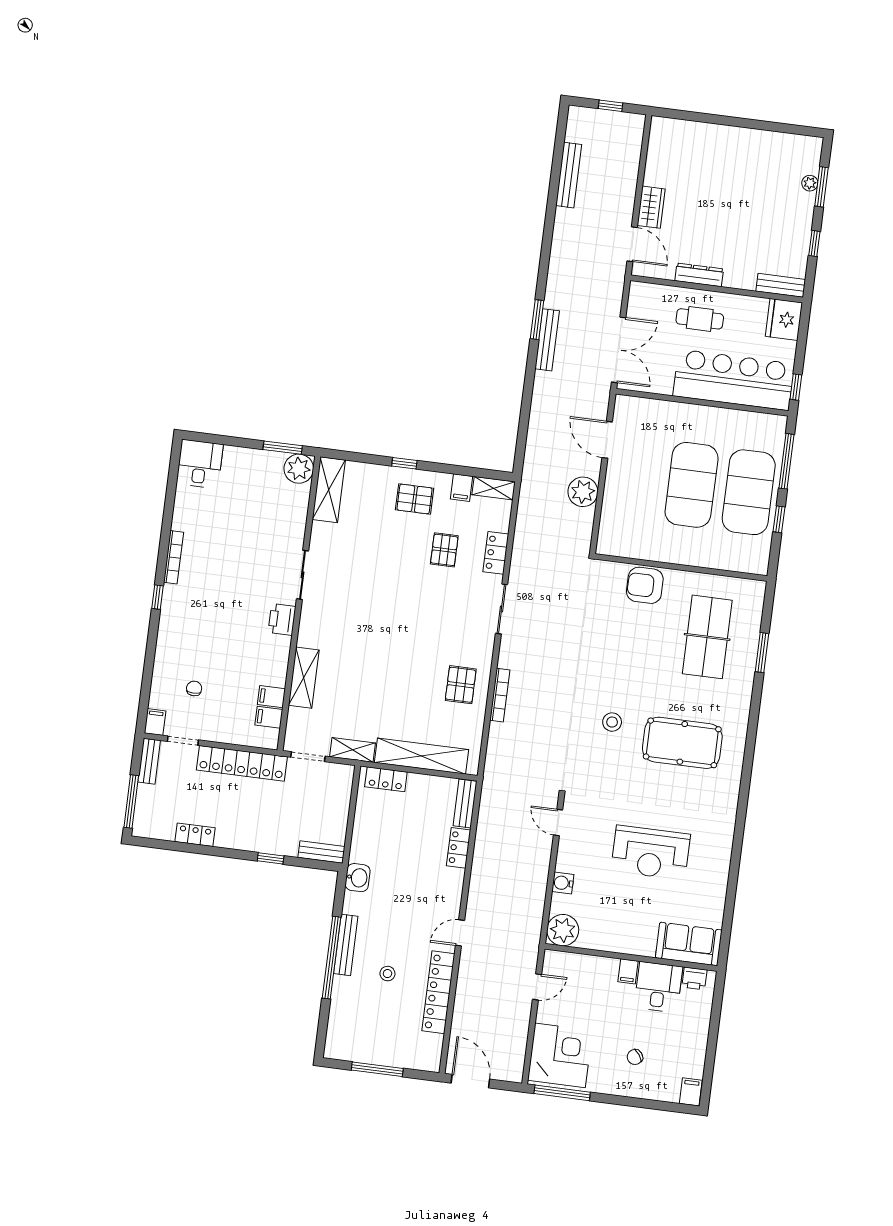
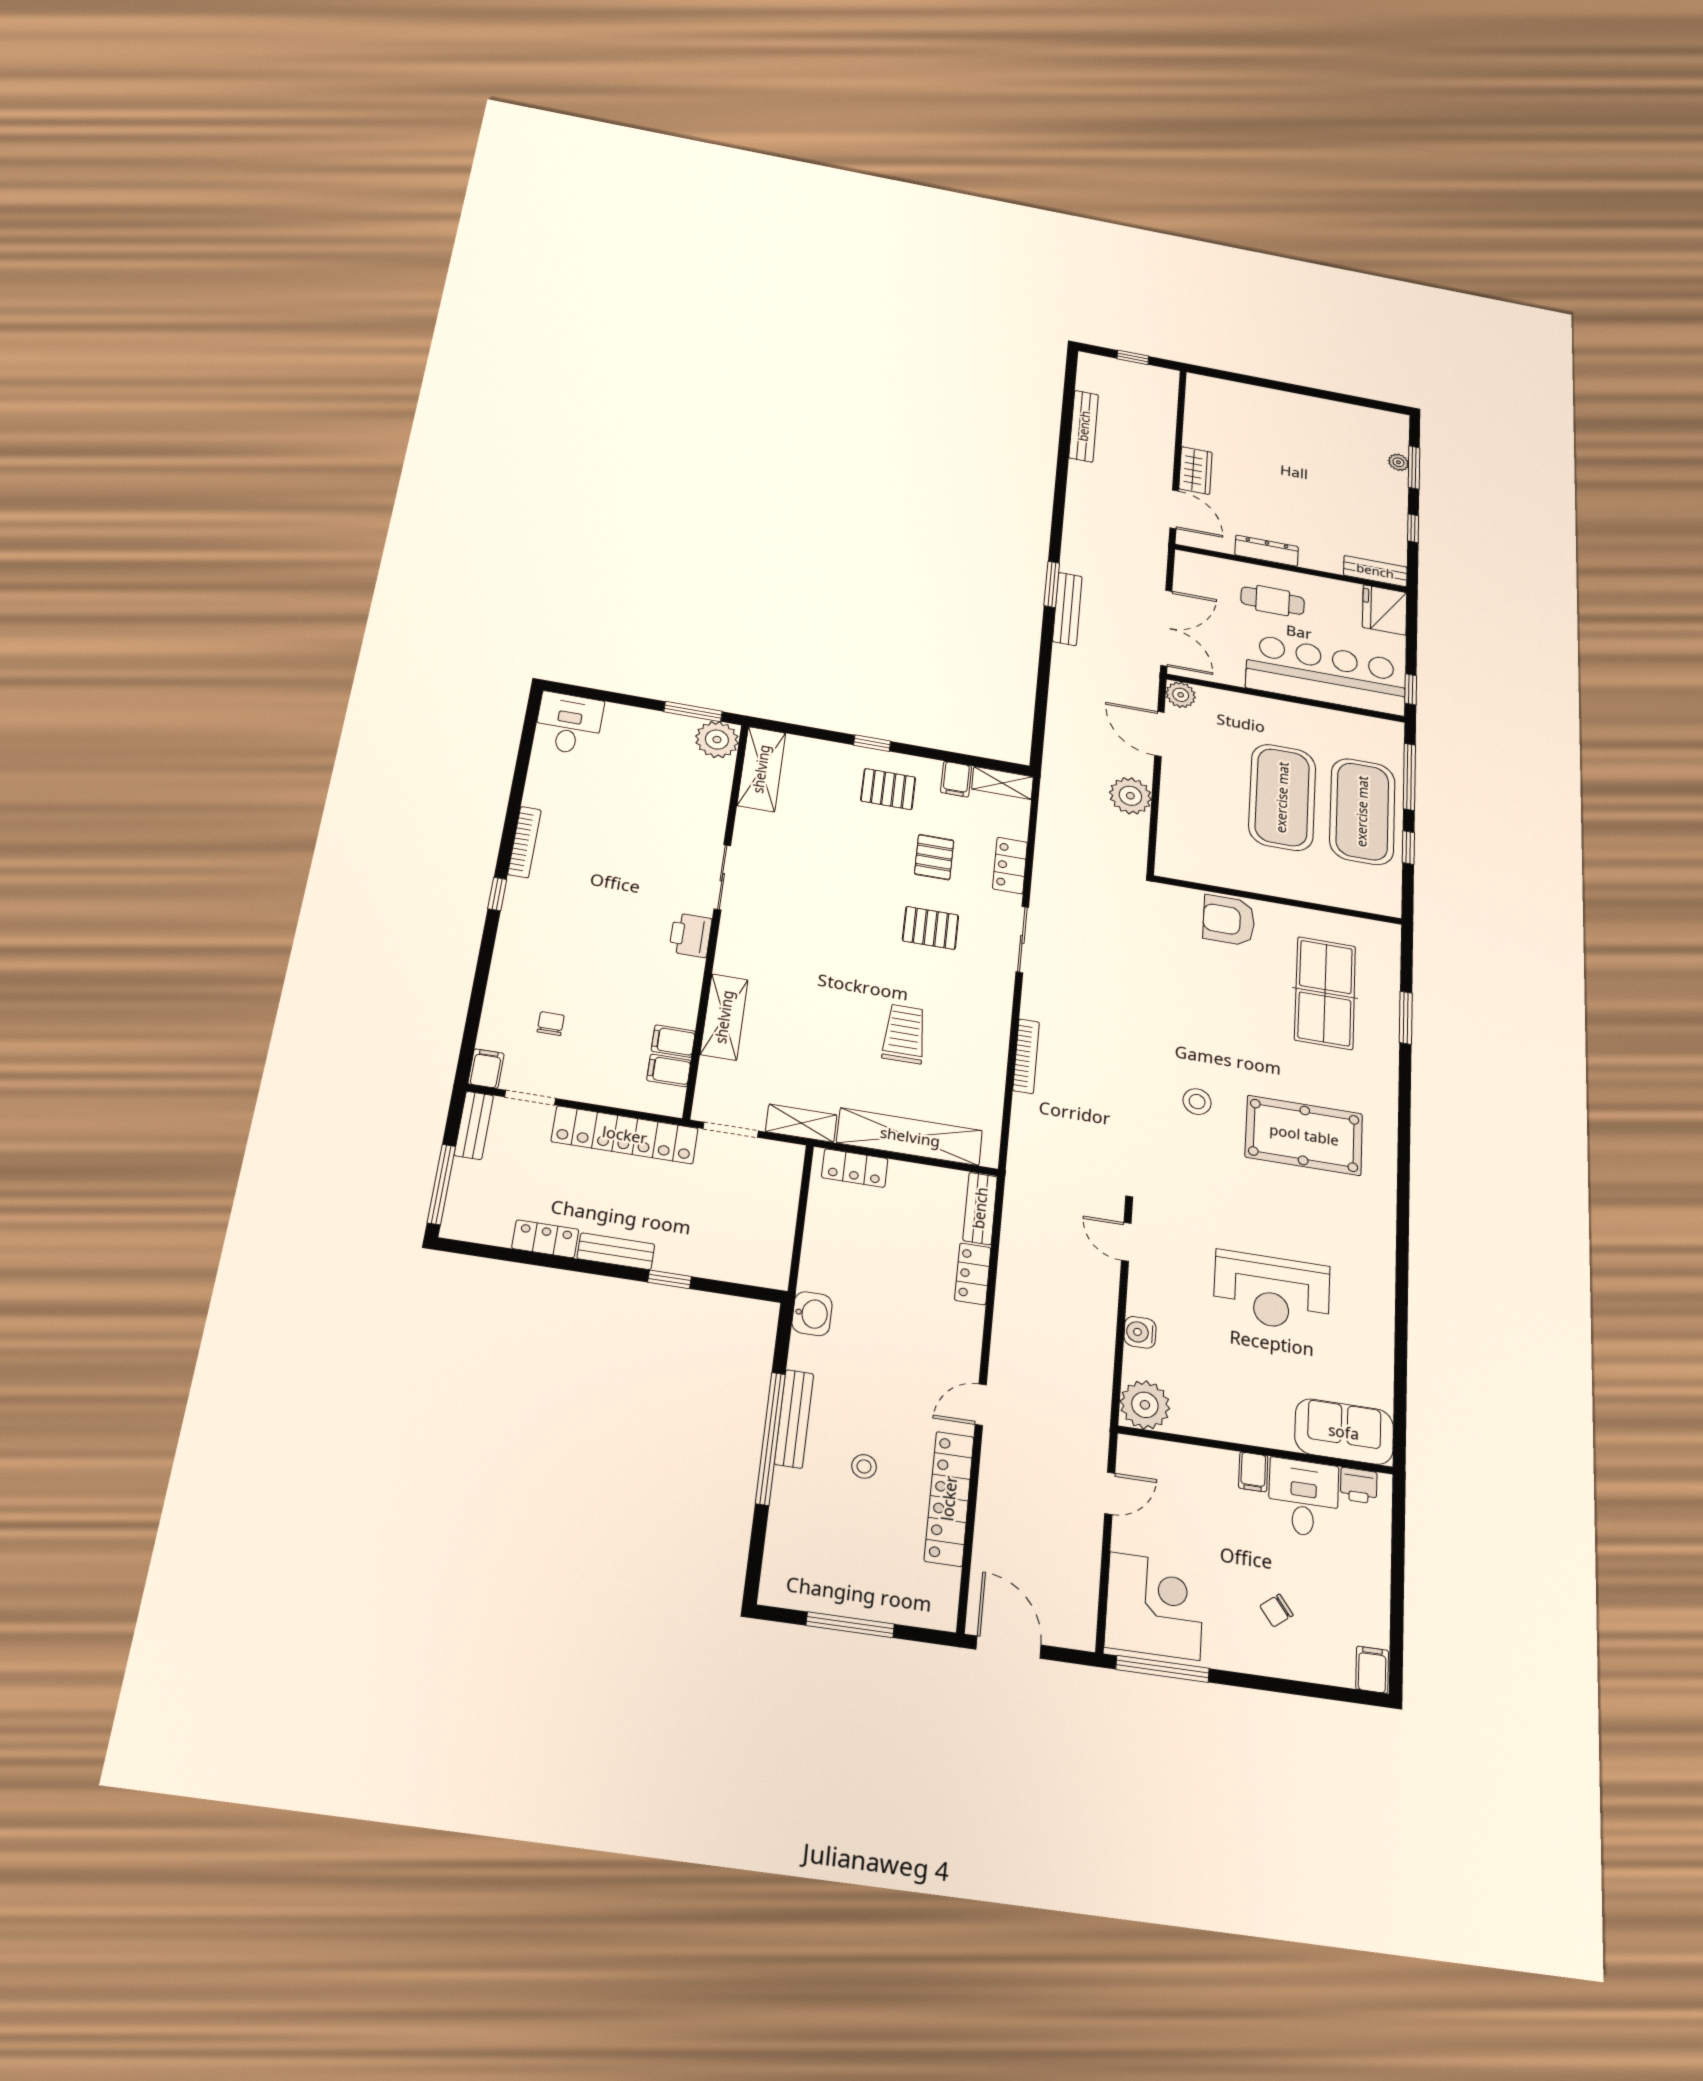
plant: (625, 406) -> (1181, 695), added
trolley: (420, 683) -> (904, 1034), added
pallet: (461, 685) -> (931, 928), moved, turned 90
bench: (321, 852) -> (616, 1251), moved

